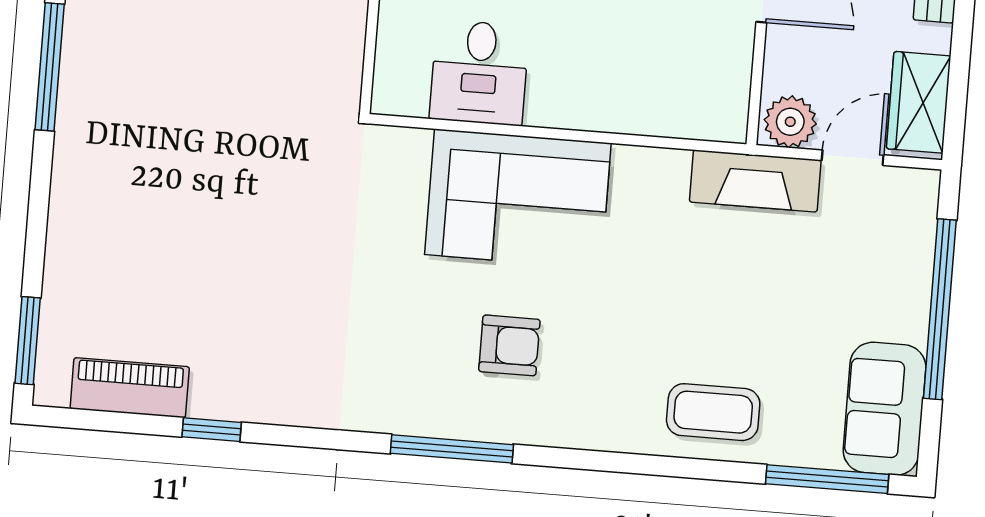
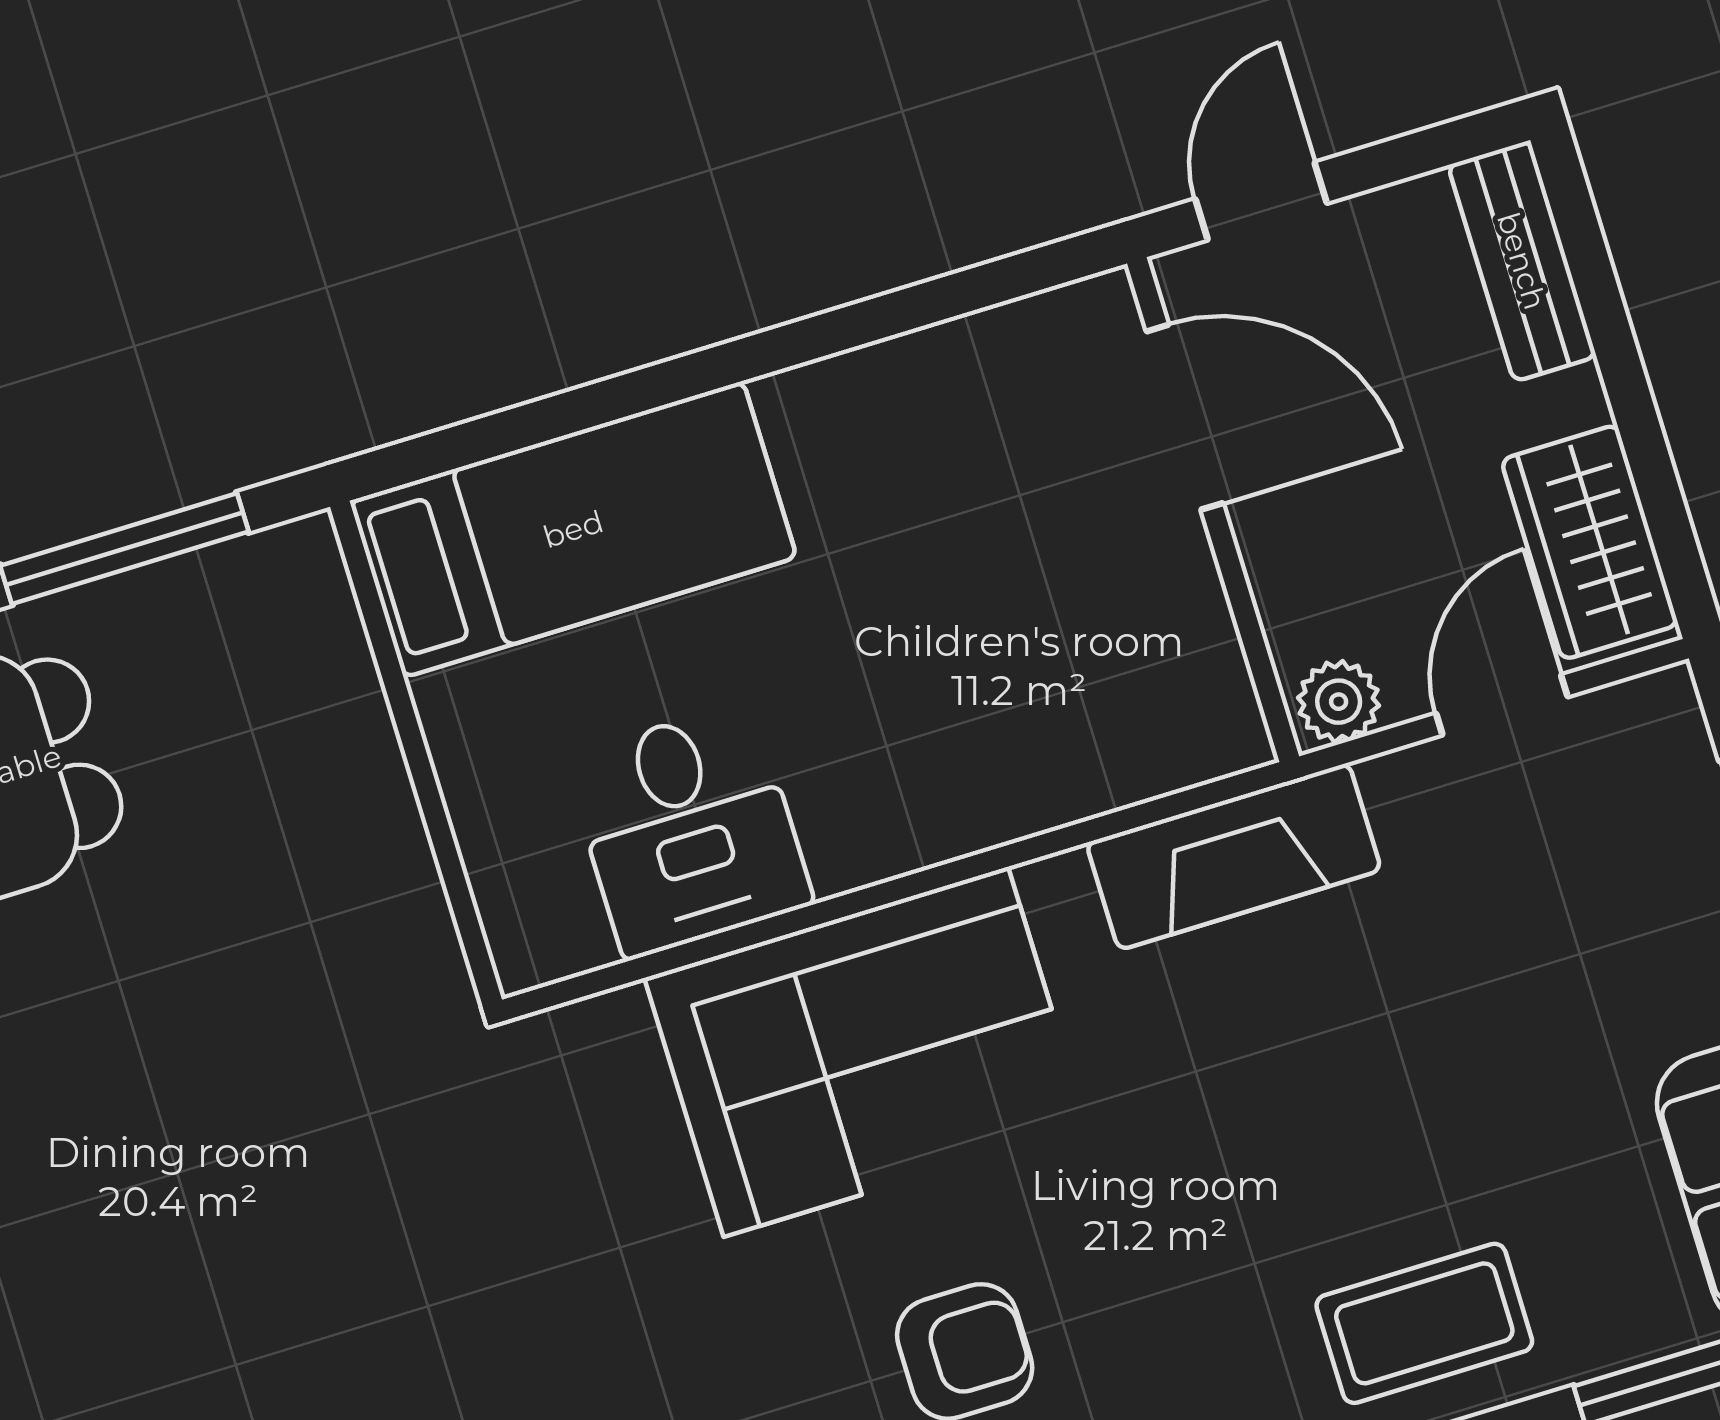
plant: (790, 122) -> (1339, 702), width x0.73, depth x0.73
fireplace: (755, 181) -> (1234, 857), moved

